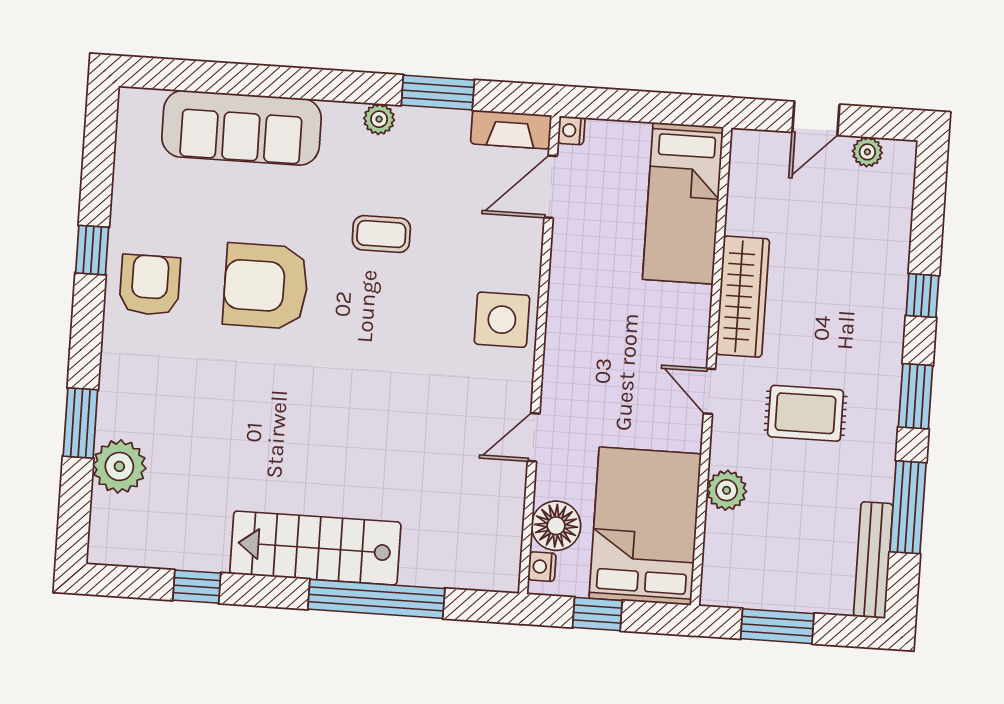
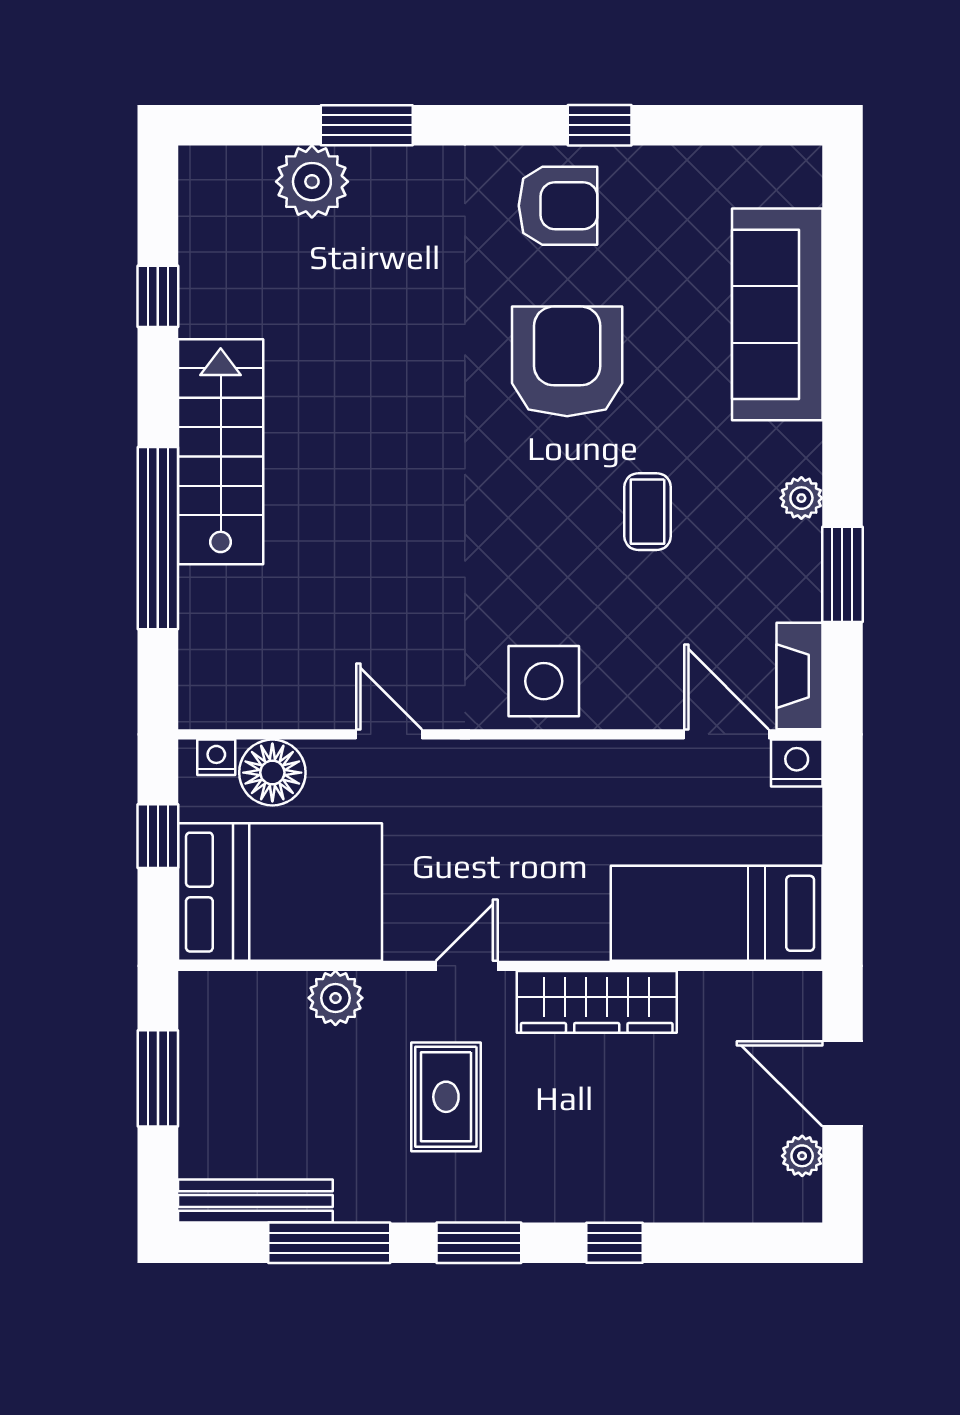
door: (816, 118) -> (842, 1084), width x1.38
nightstand: (571, 130) -> (797, 763), width x1.39, depth x1.35

